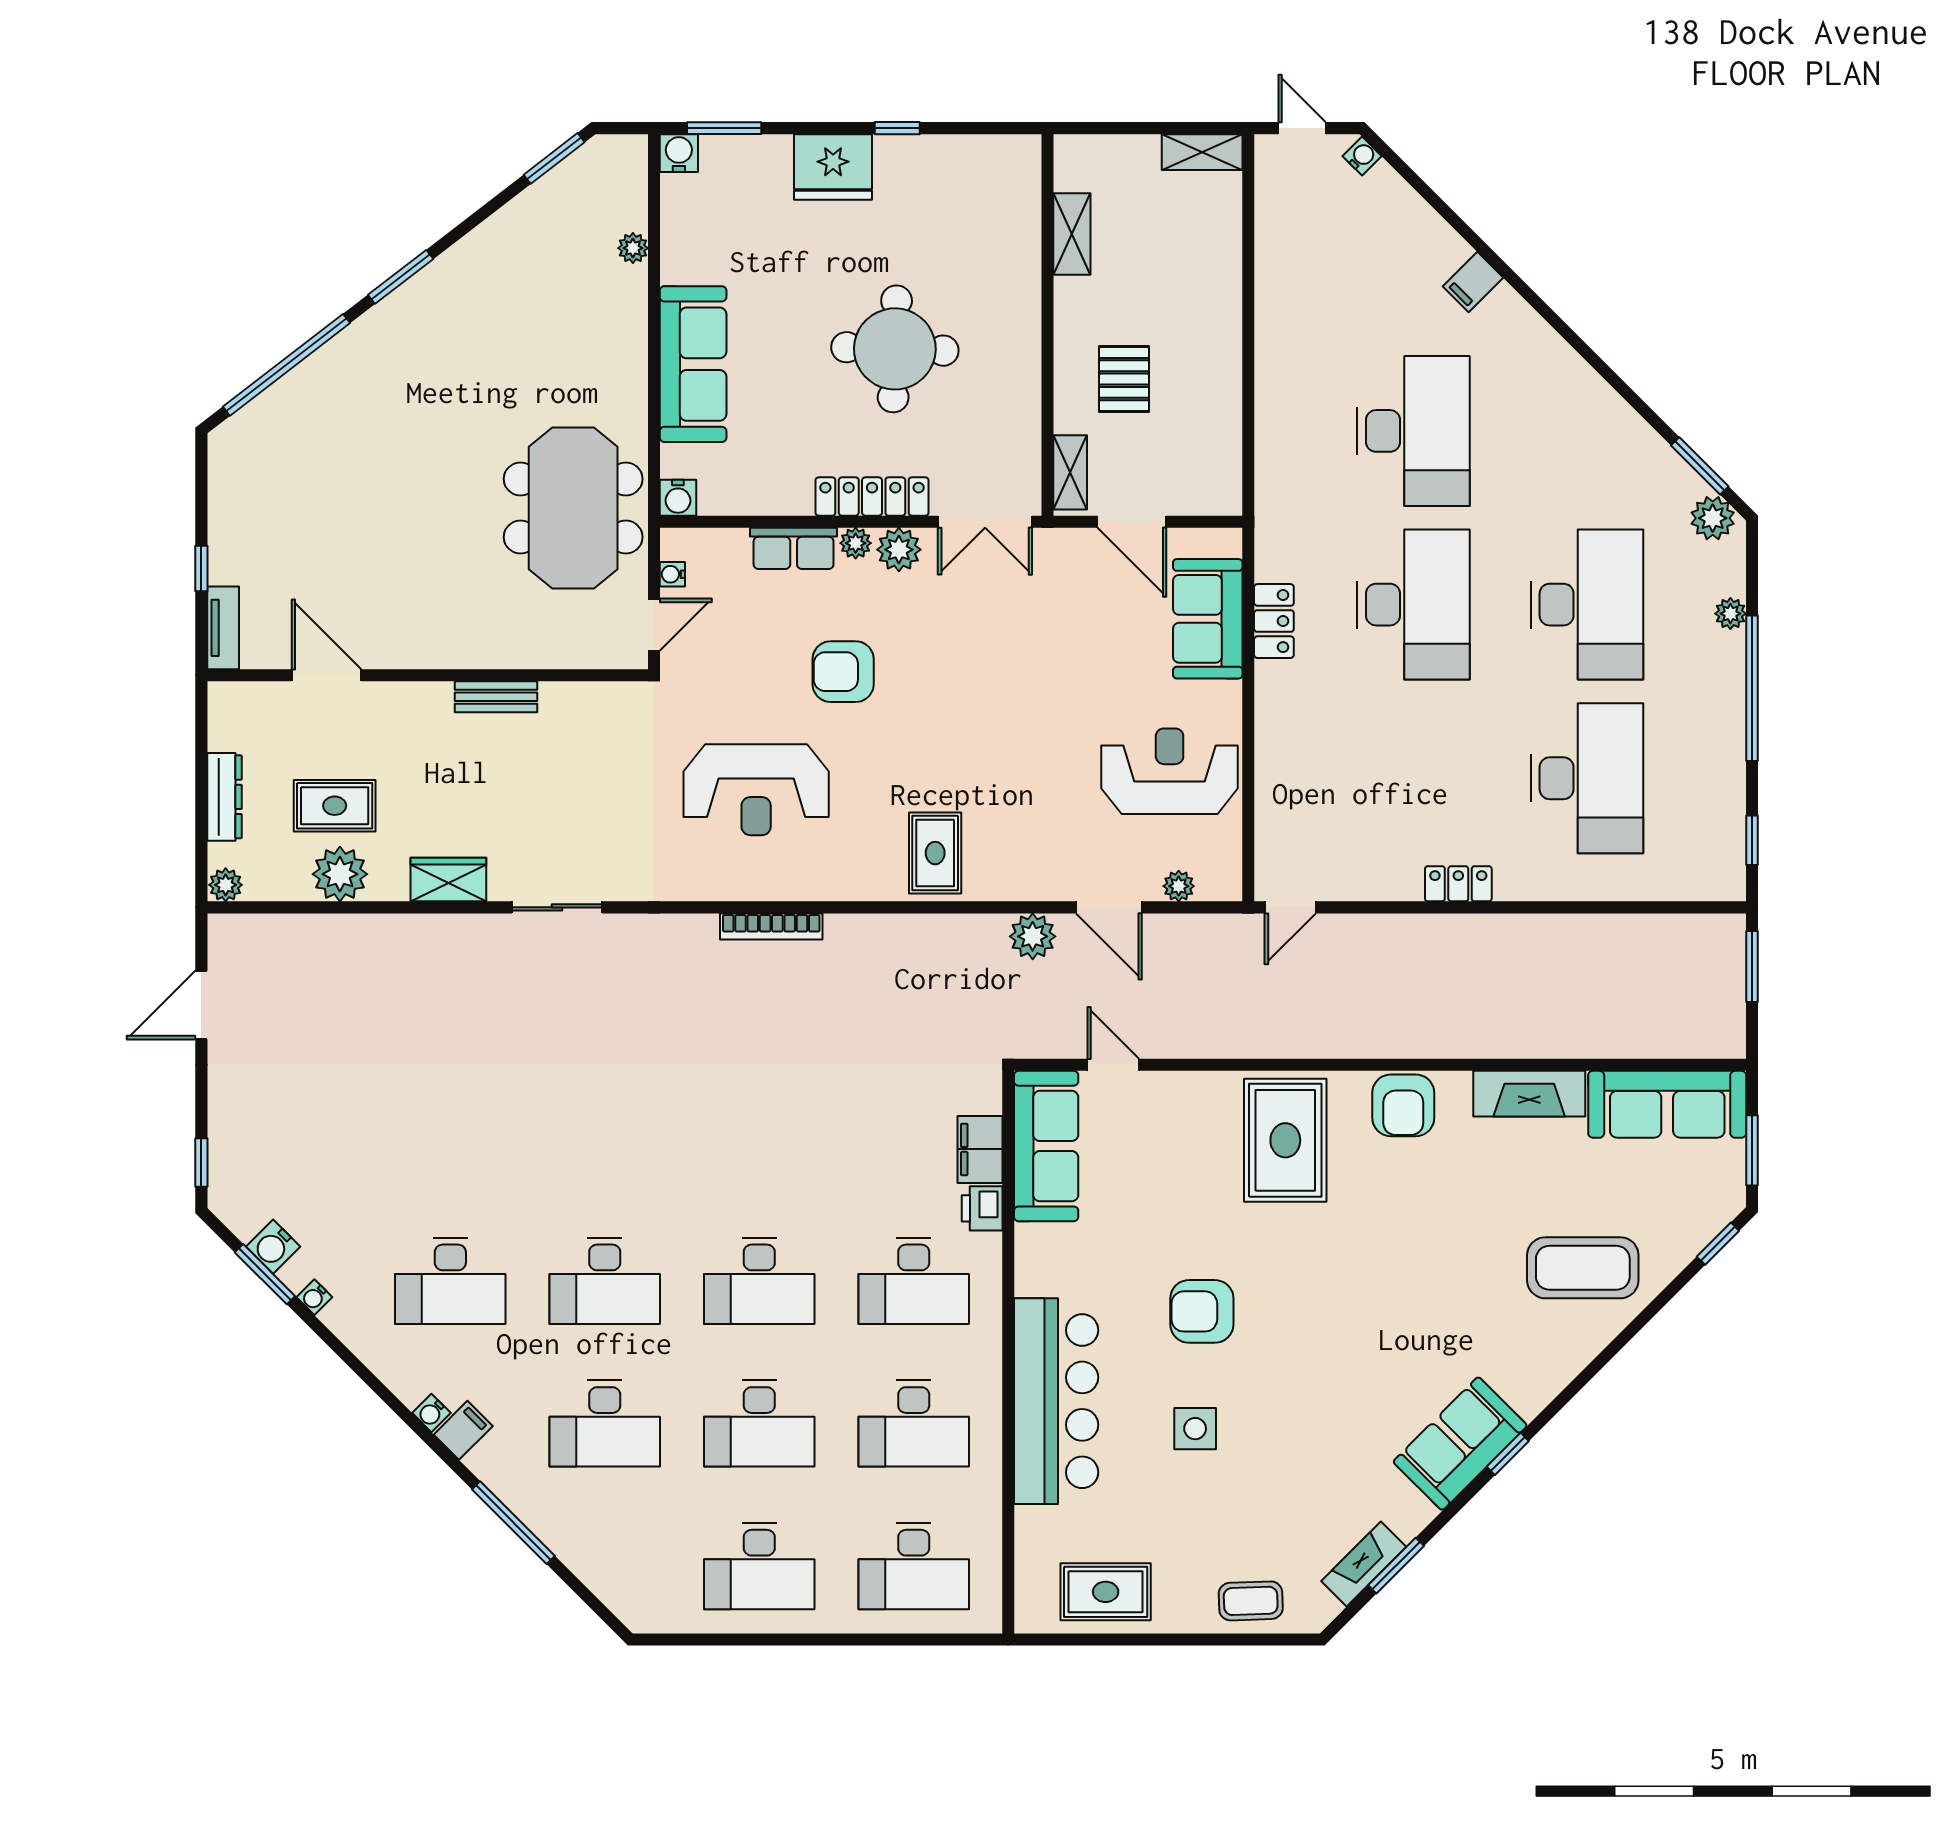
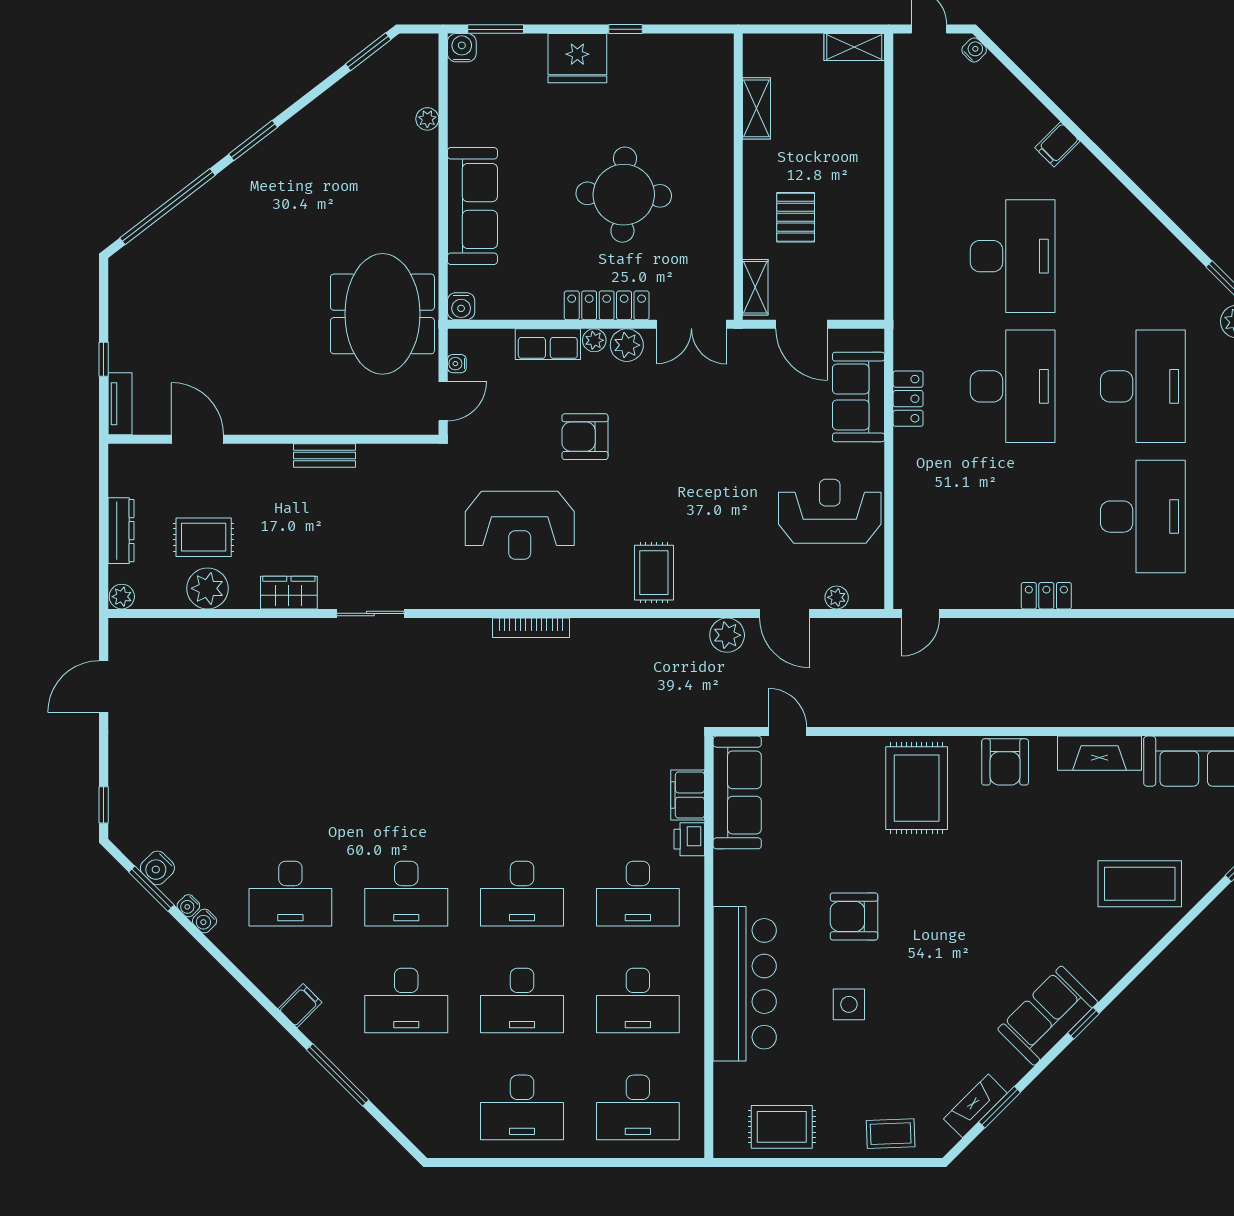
water cooler: (431, 1413) -> (205, 921), moved

